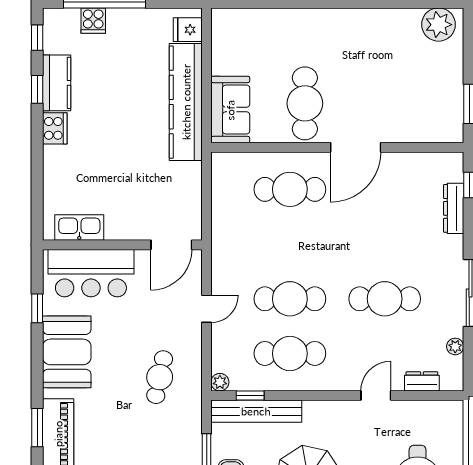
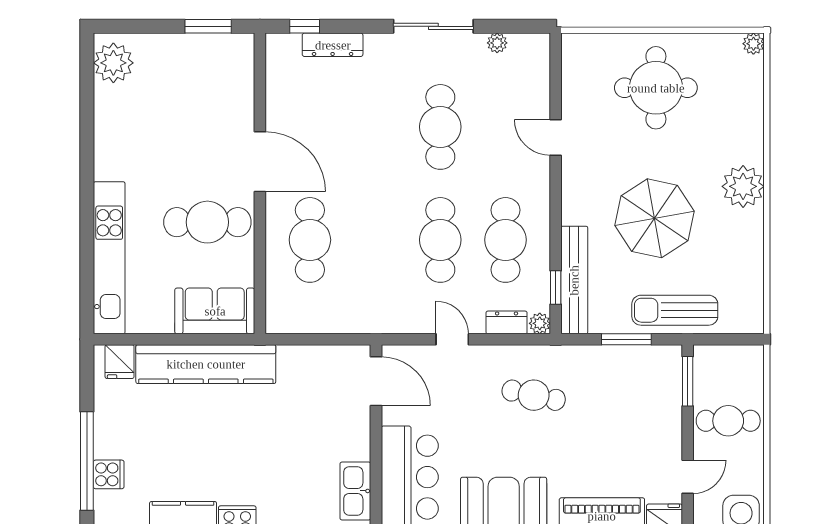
kitchen unit: (275, 21) -> (109, 258), added
dresser: (422, 381) -> (507, 322), moved, turned 90

